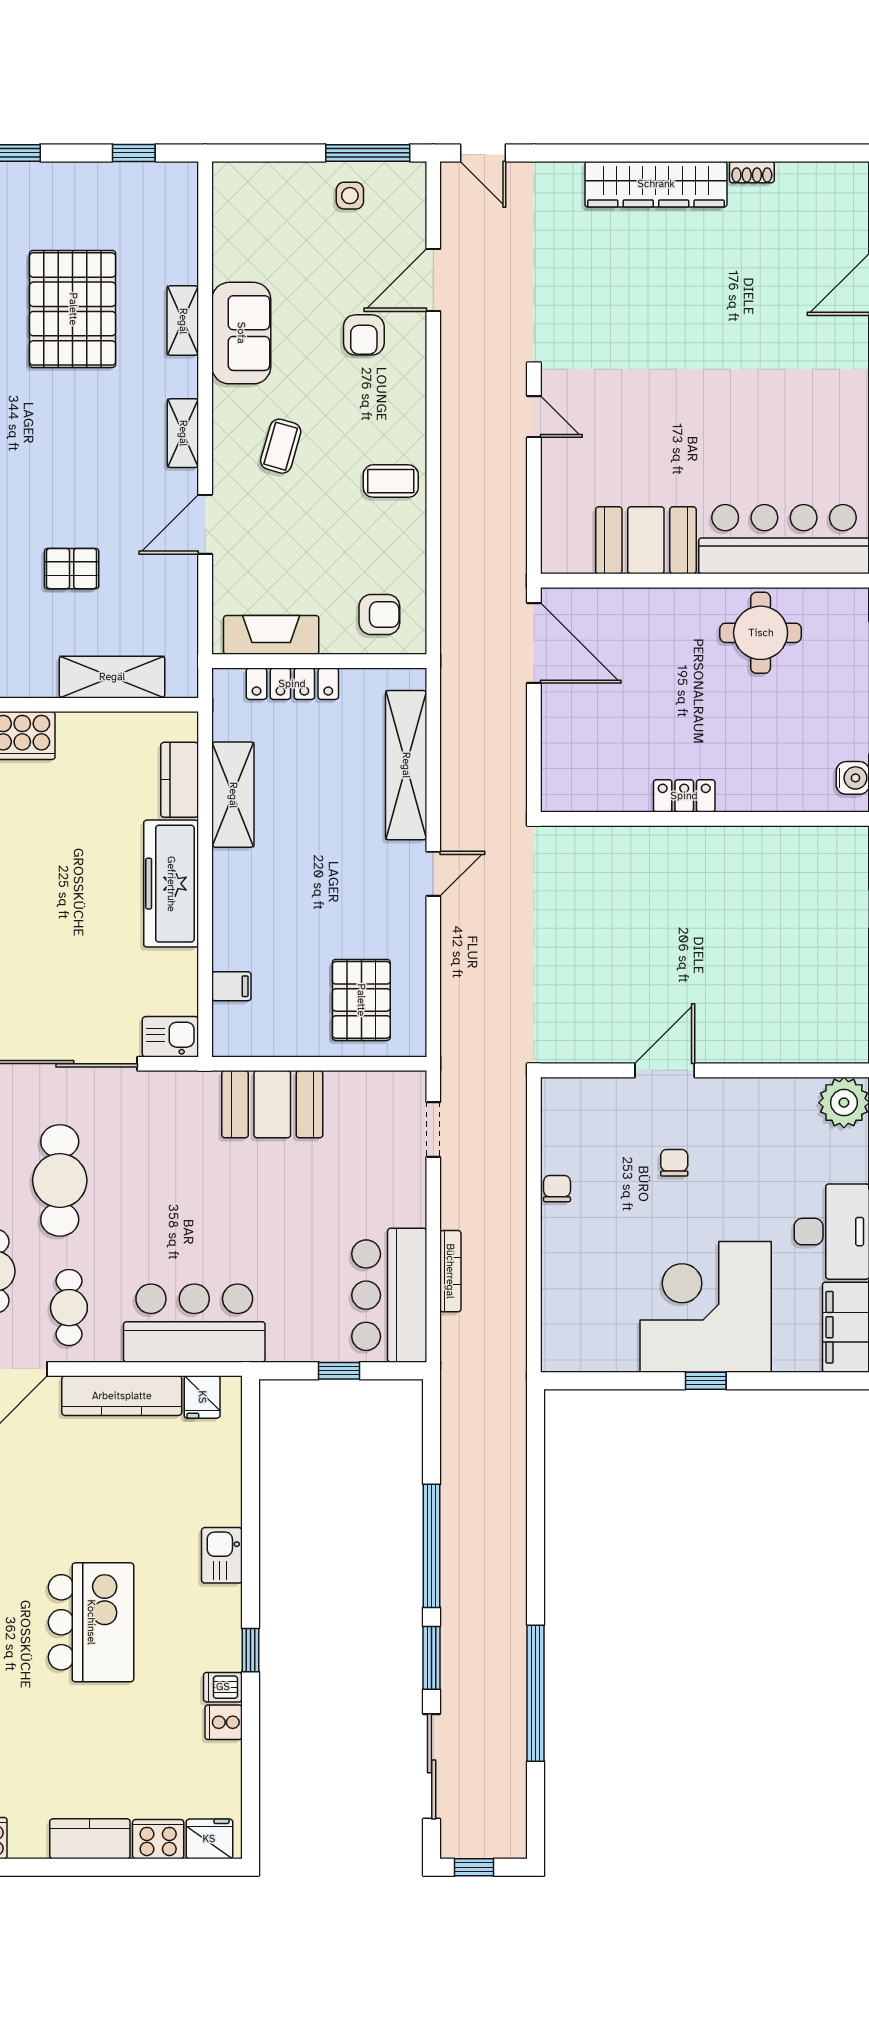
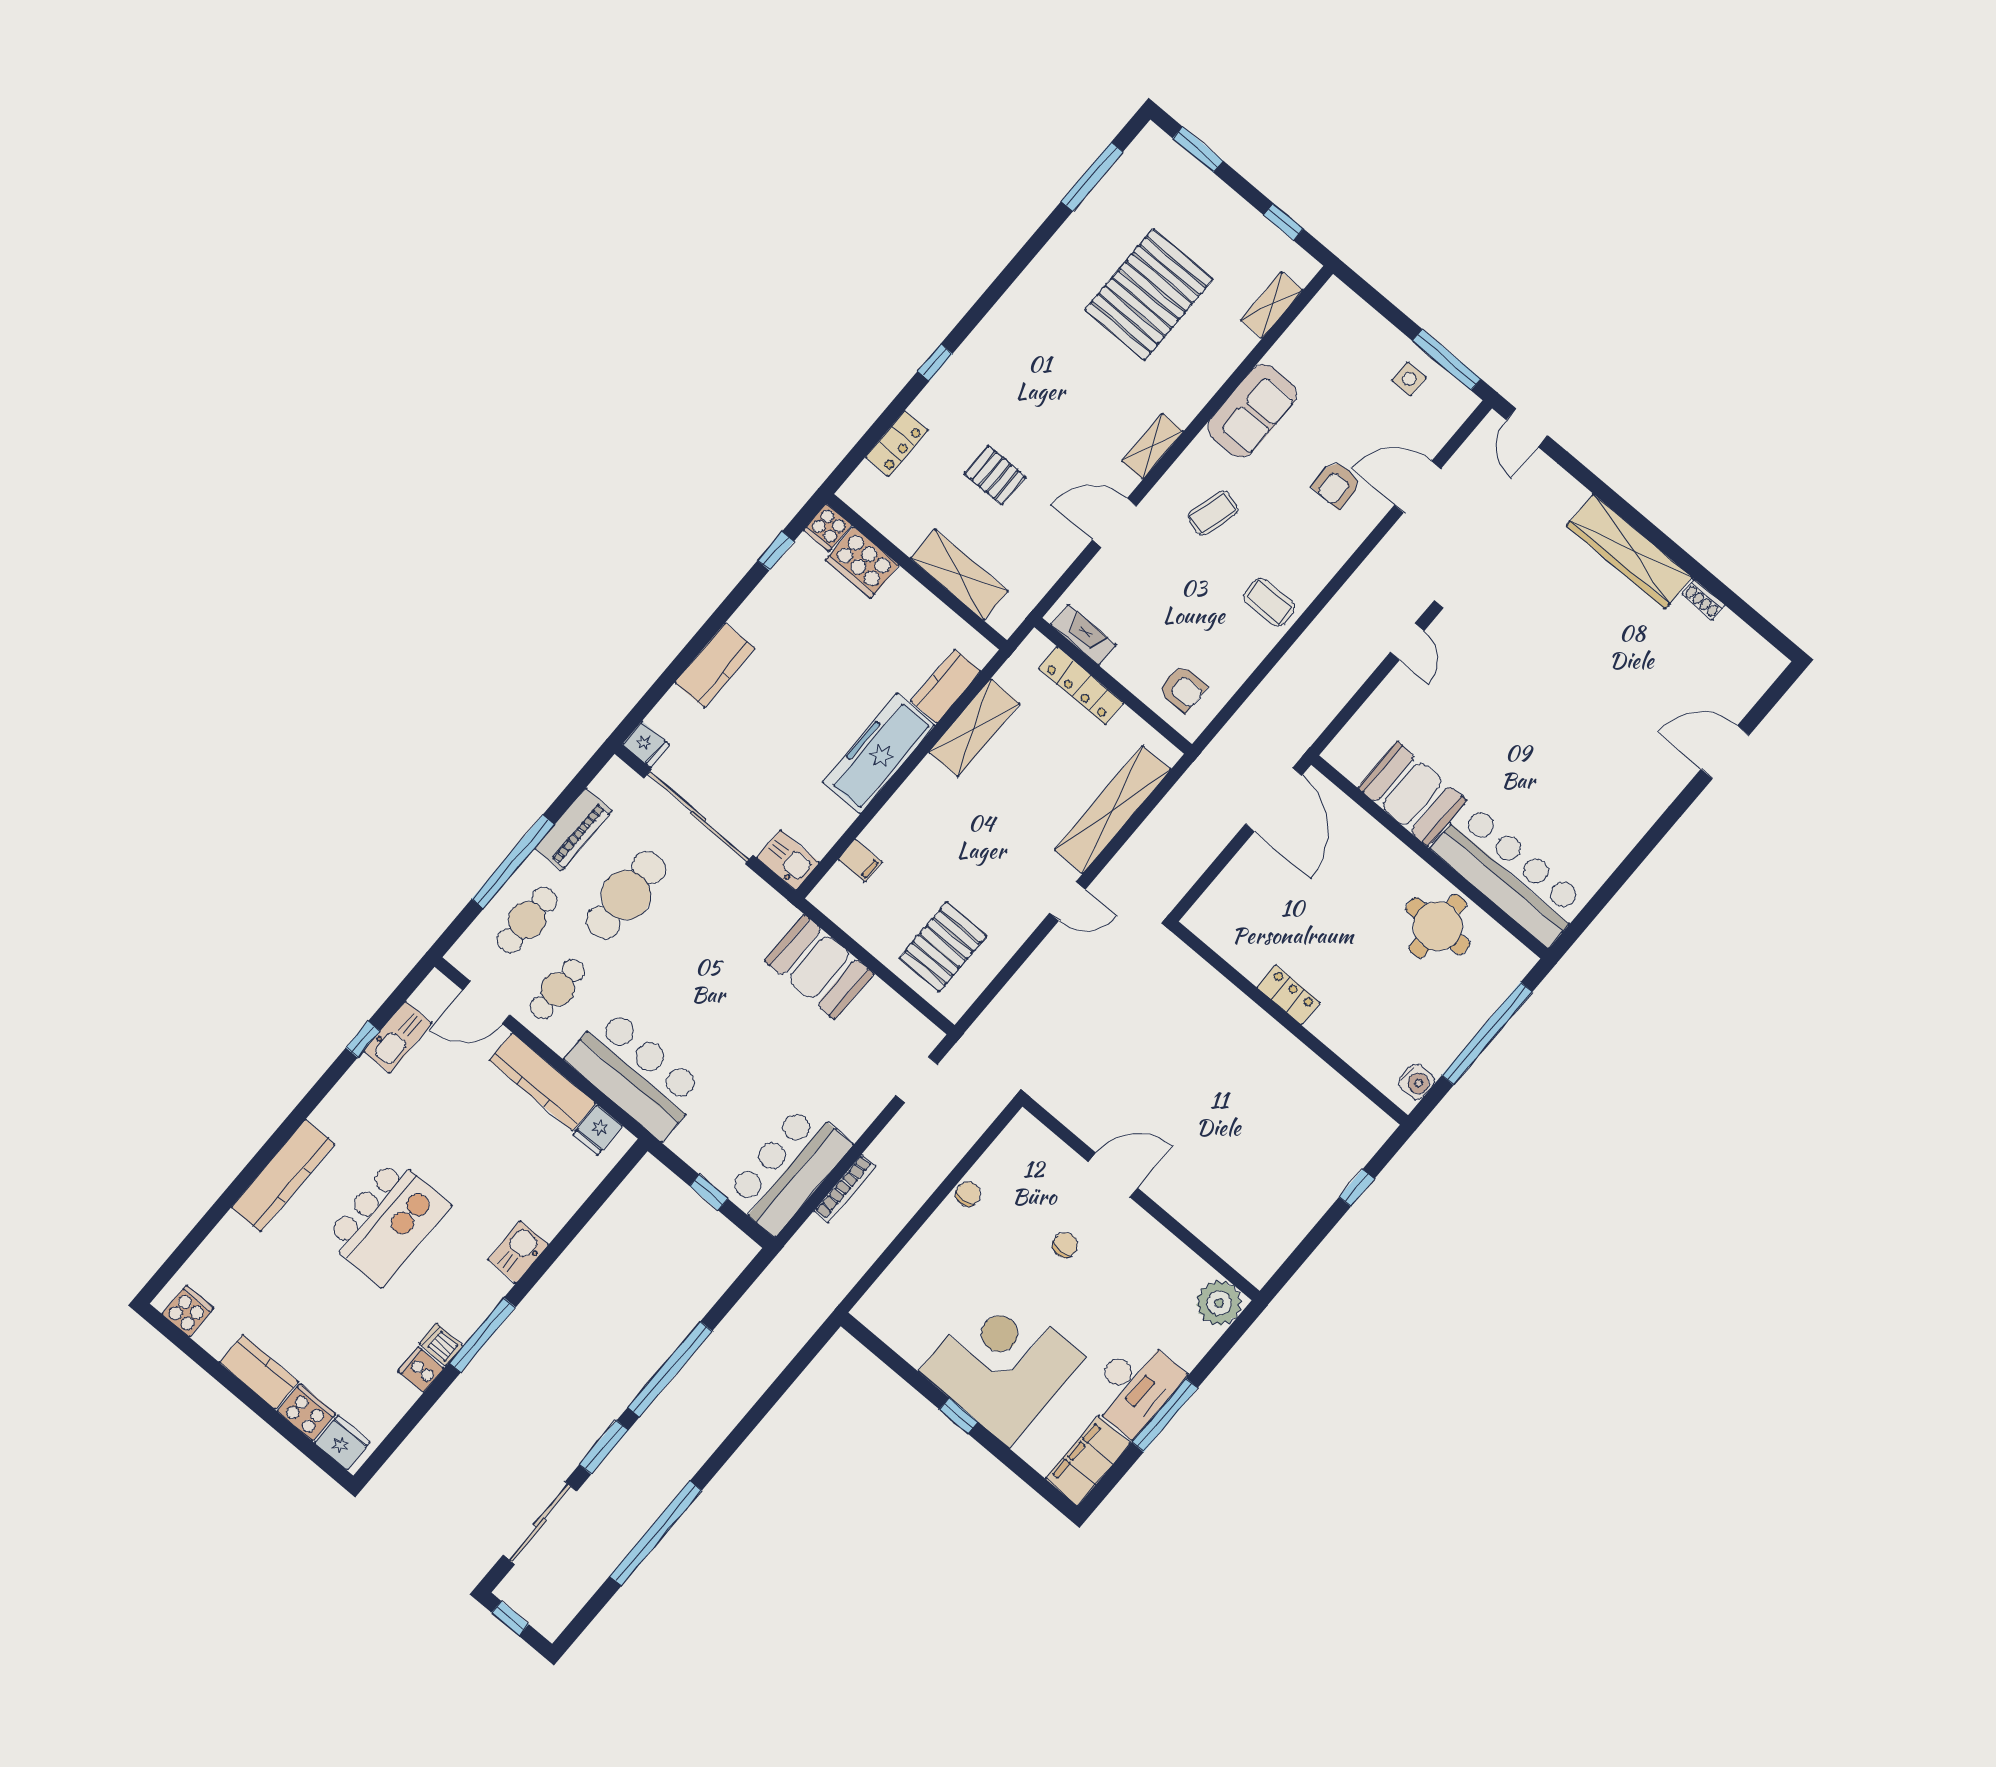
shelving: (183, 321) -> (1272, 305), moved
fireplace: (271, 635) -> (1083, 635), width x0.73, depth x0.76
window: (250, 1650) -> (482, 1335), width x2.17

